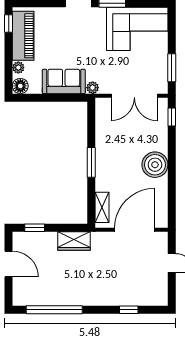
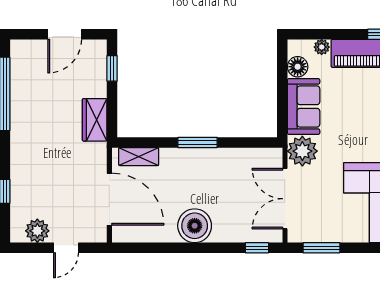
floor lamp: (20, 86) -> (298, 67), moved
plant: (93, 88) -> (302, 151), width x1.88, depth x1.88
plant: (159, 285) -> (37, 231), added

